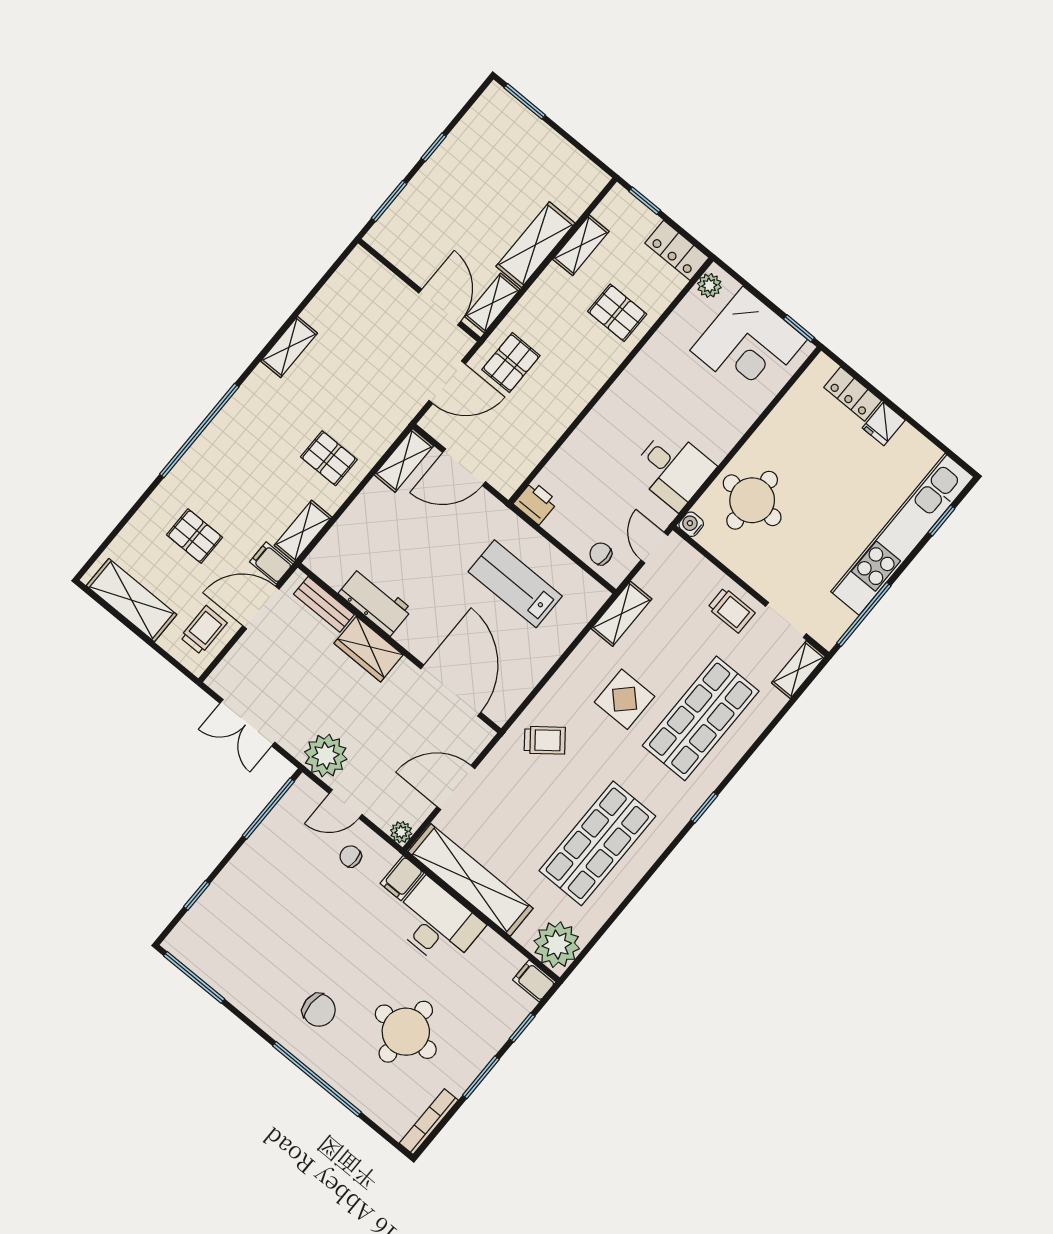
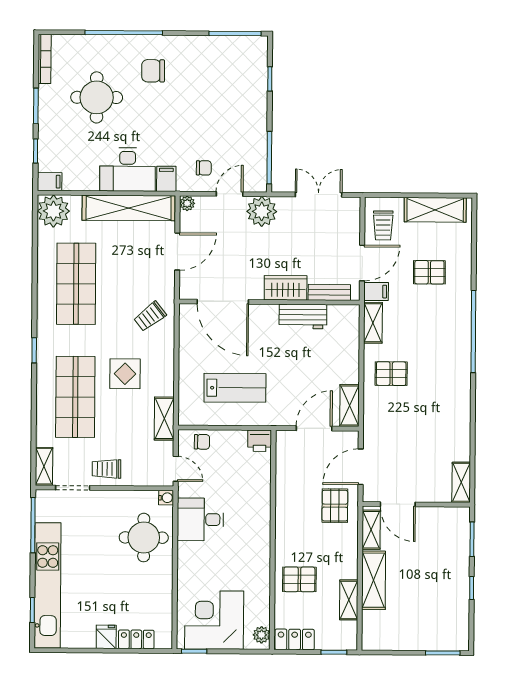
shelving: (289, 347) -> (461, 482), moved

